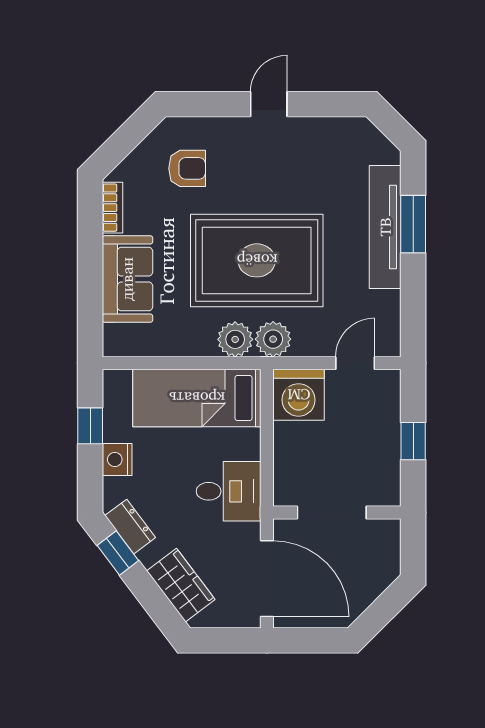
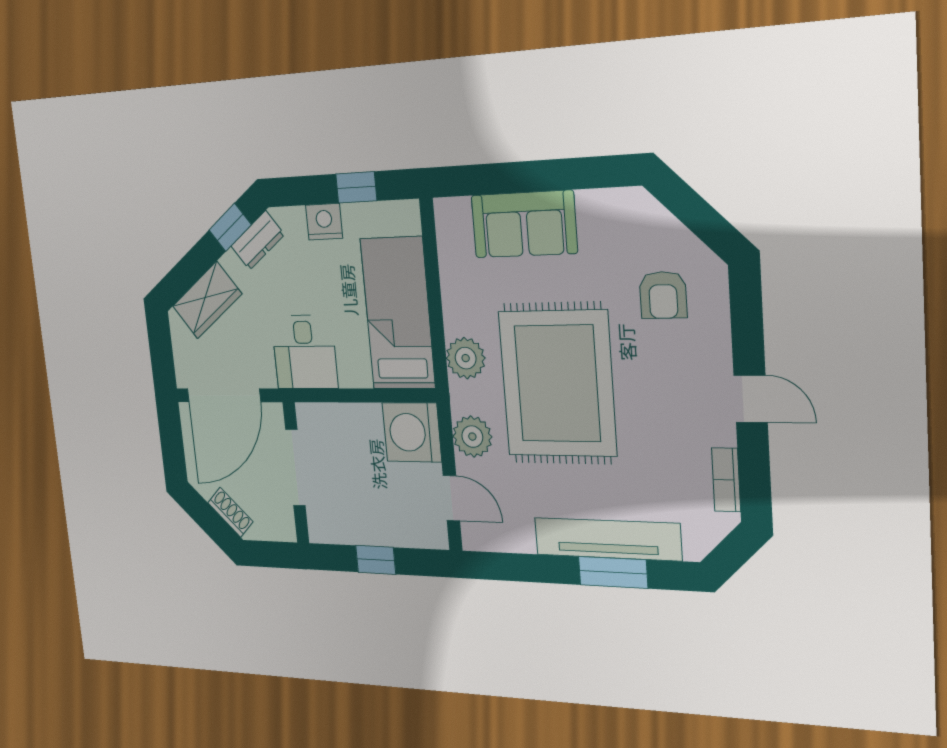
bookcase: (112, 208) -> (726, 480), moved, turned 90
plant: (273, 339) -> (472, 437), moved
shoe rack: (375, 586) -> (230, 512), added

